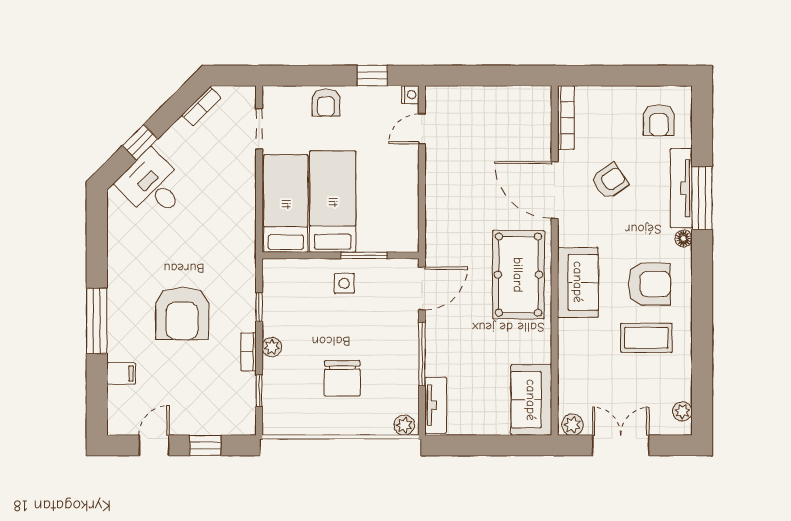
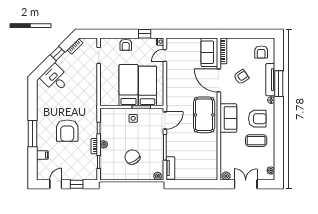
window: (140, 142) -> (58, 54), moved
bed: (286, 204) -> (148, 86), moved
chair: (342, 378) -> (132, 157), turned 150
sofa: (531, 400) -> (209, 52), moved

